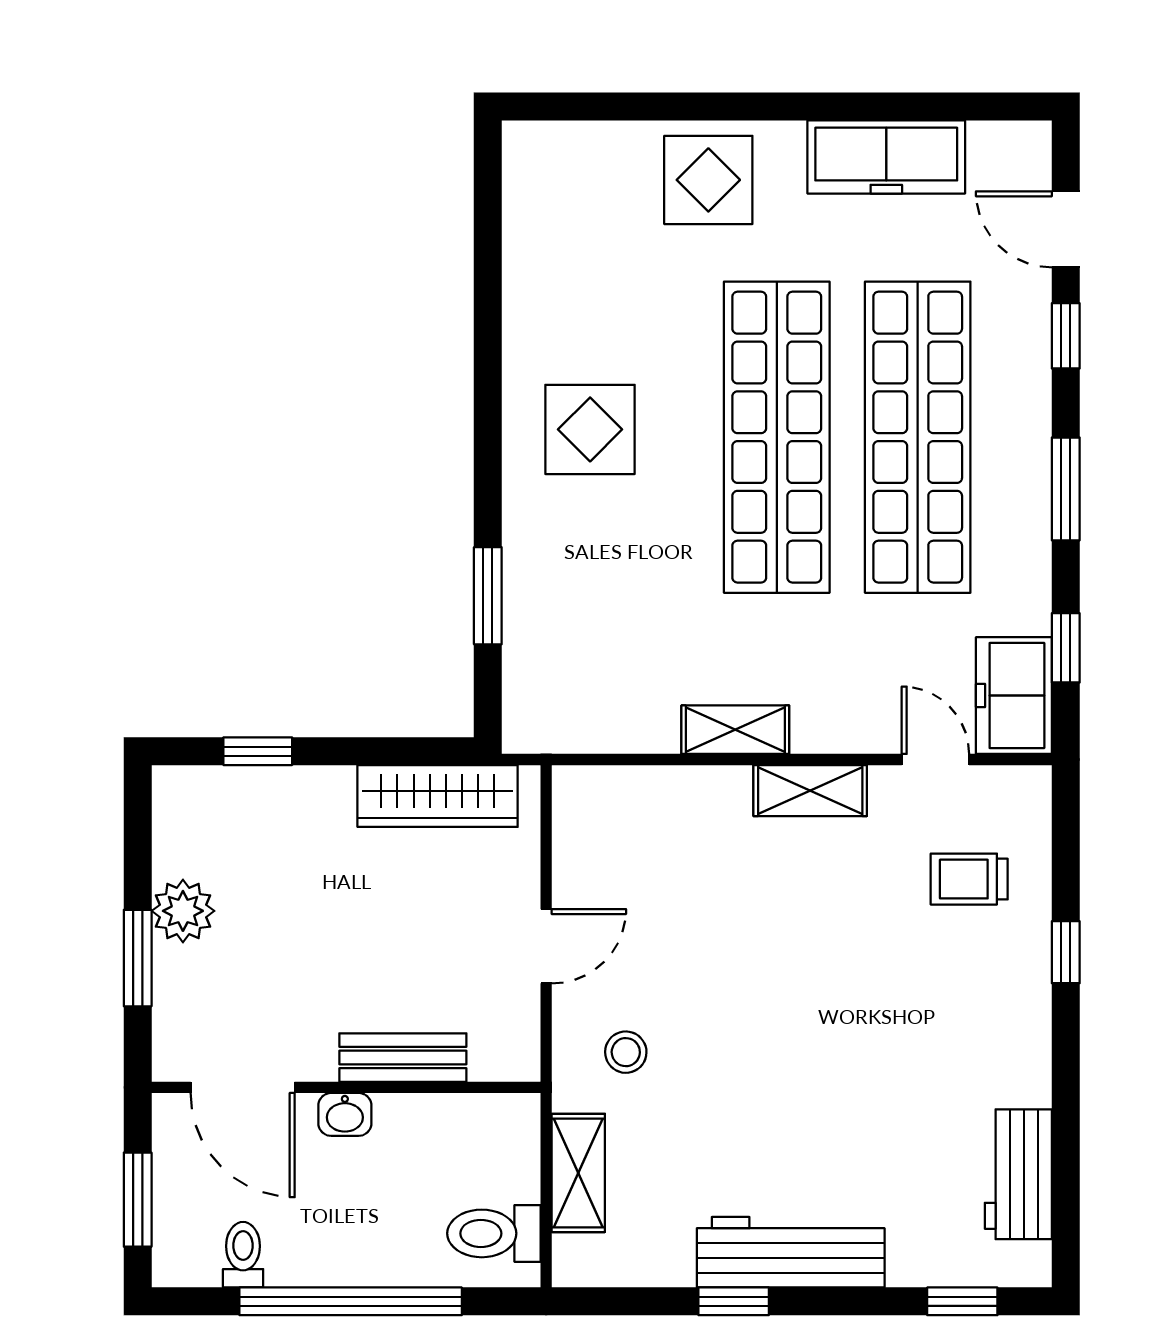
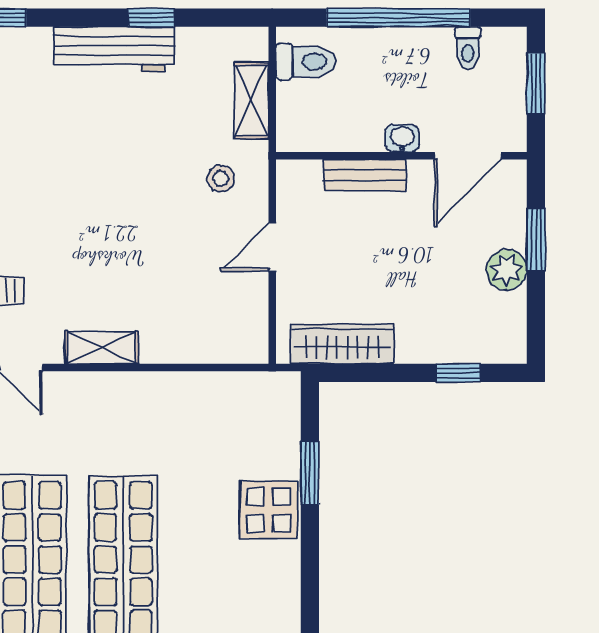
display table: (590, 429) -> (268, 510), moved
shelving: (735, 730) -> (150, 387), removed
door: (243, 1087) -> (468, 156), swing flipped

